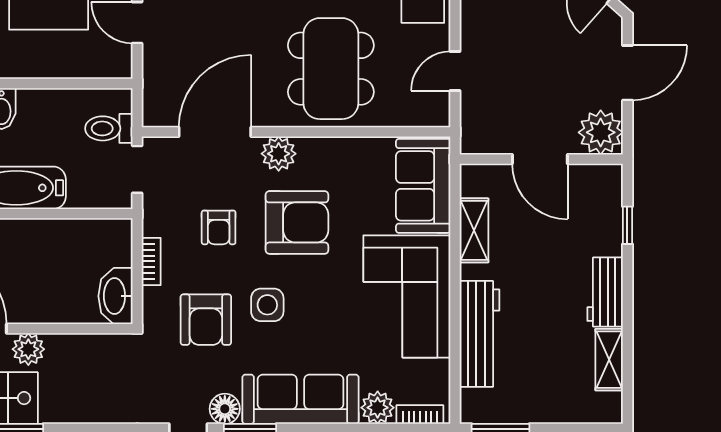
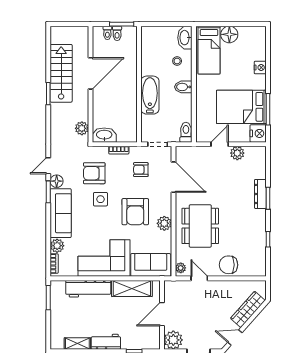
dining table: (331, 69) -> (200, 226), turned 90
plant: (430, 115) -> (181, 268), added
toilet: (109, 128) -> (186, 132), moved
plant: (279, 154) -> (164, 223), moved
armchair: (219, 227) -> (141, 170), moved
shelving: (474, 230) -> (132, 288), width x1.50, depth x1.33
plant: (28, 349) -> (82, 128), moved

